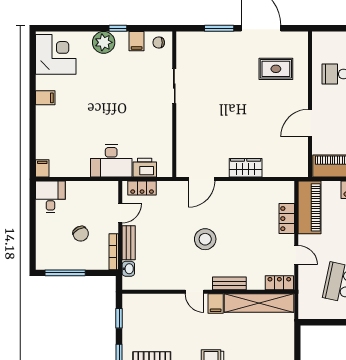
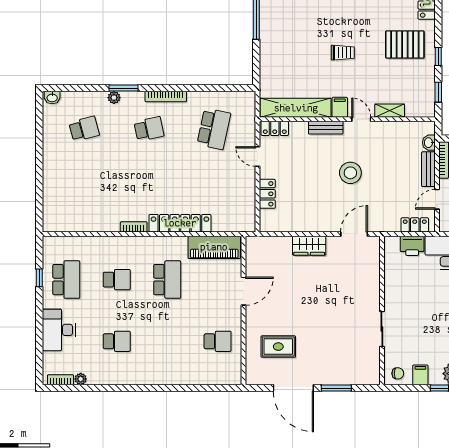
piano: (310, 207) -> (244, 205), removed
shelving: (167, 300) -> (390, 111), added

